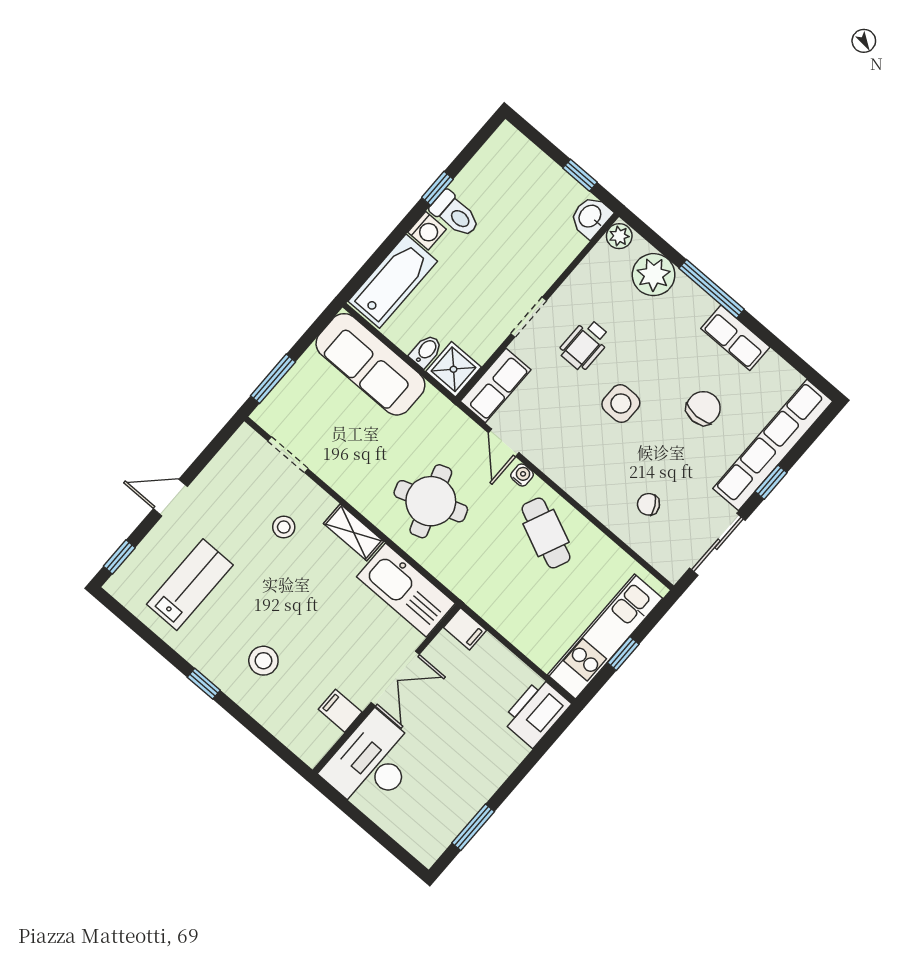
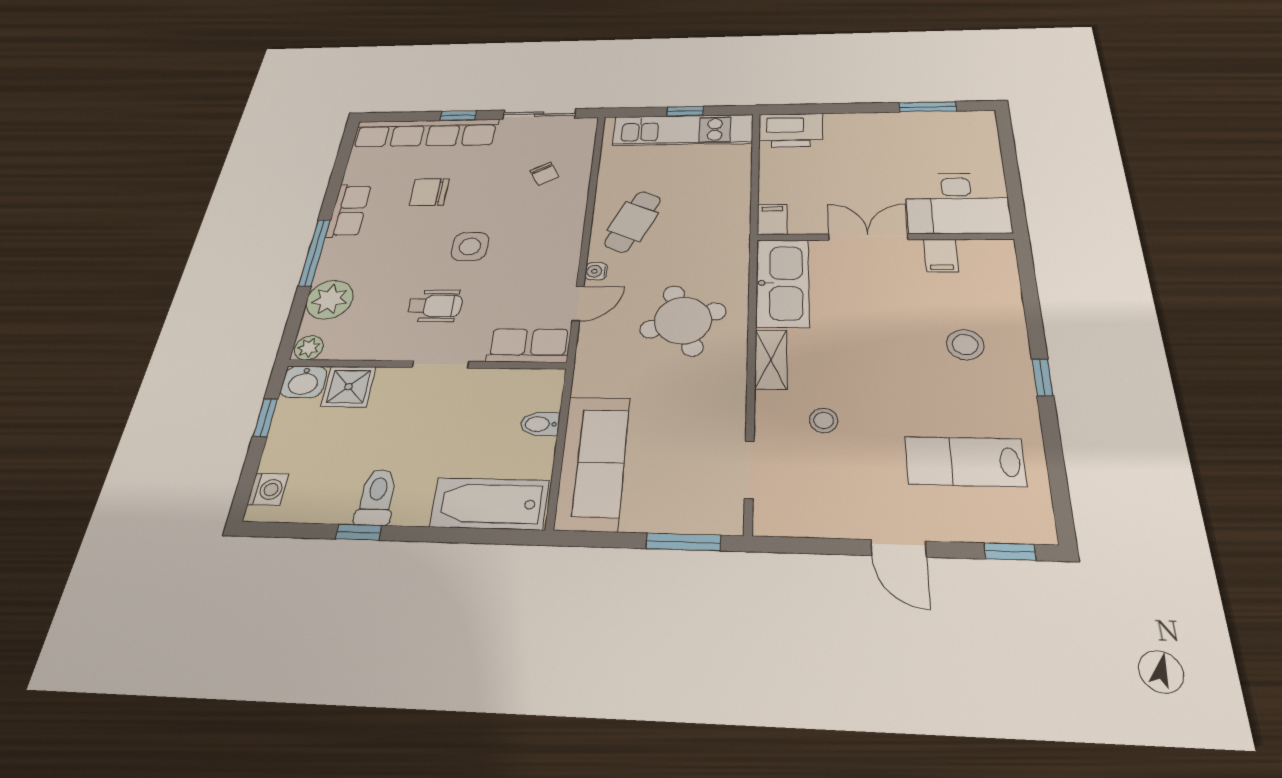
washing machine: (427, 231) -> (268, 489), moved, turned 90
shower: (454, 369) -> (349, 387), moved

